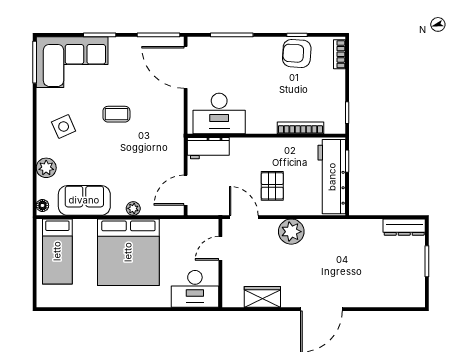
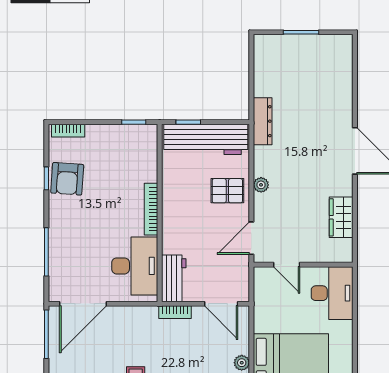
bookcase: (300, 128) -> (151, 209), moved
bookcase: (178, 149) -> (175, 312), added
pallet: (272, 186) -> (227, 191), moved
dresser: (404, 227) -> (263, 121), moved
plant: (291, 232) -> (261, 185), width x0.53, depth x0.53

